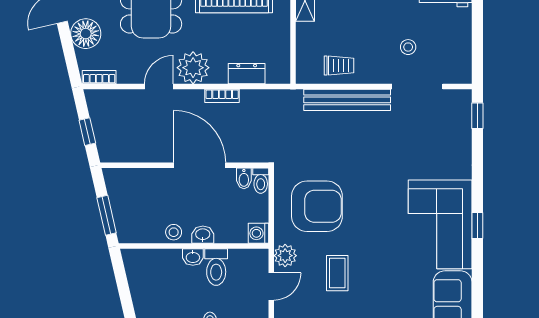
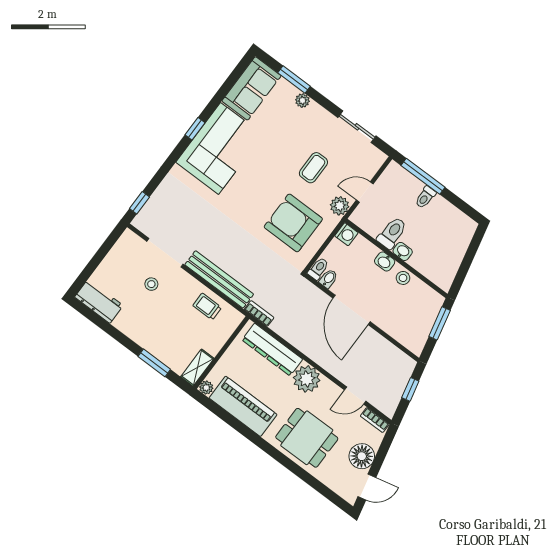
dresser: (247, 74) -> (272, 350), width x1.96, depth x1.24
door: (159, 86) -> (355, 396), moved
bookcase: (222, 96) -> (259, 313), moved

